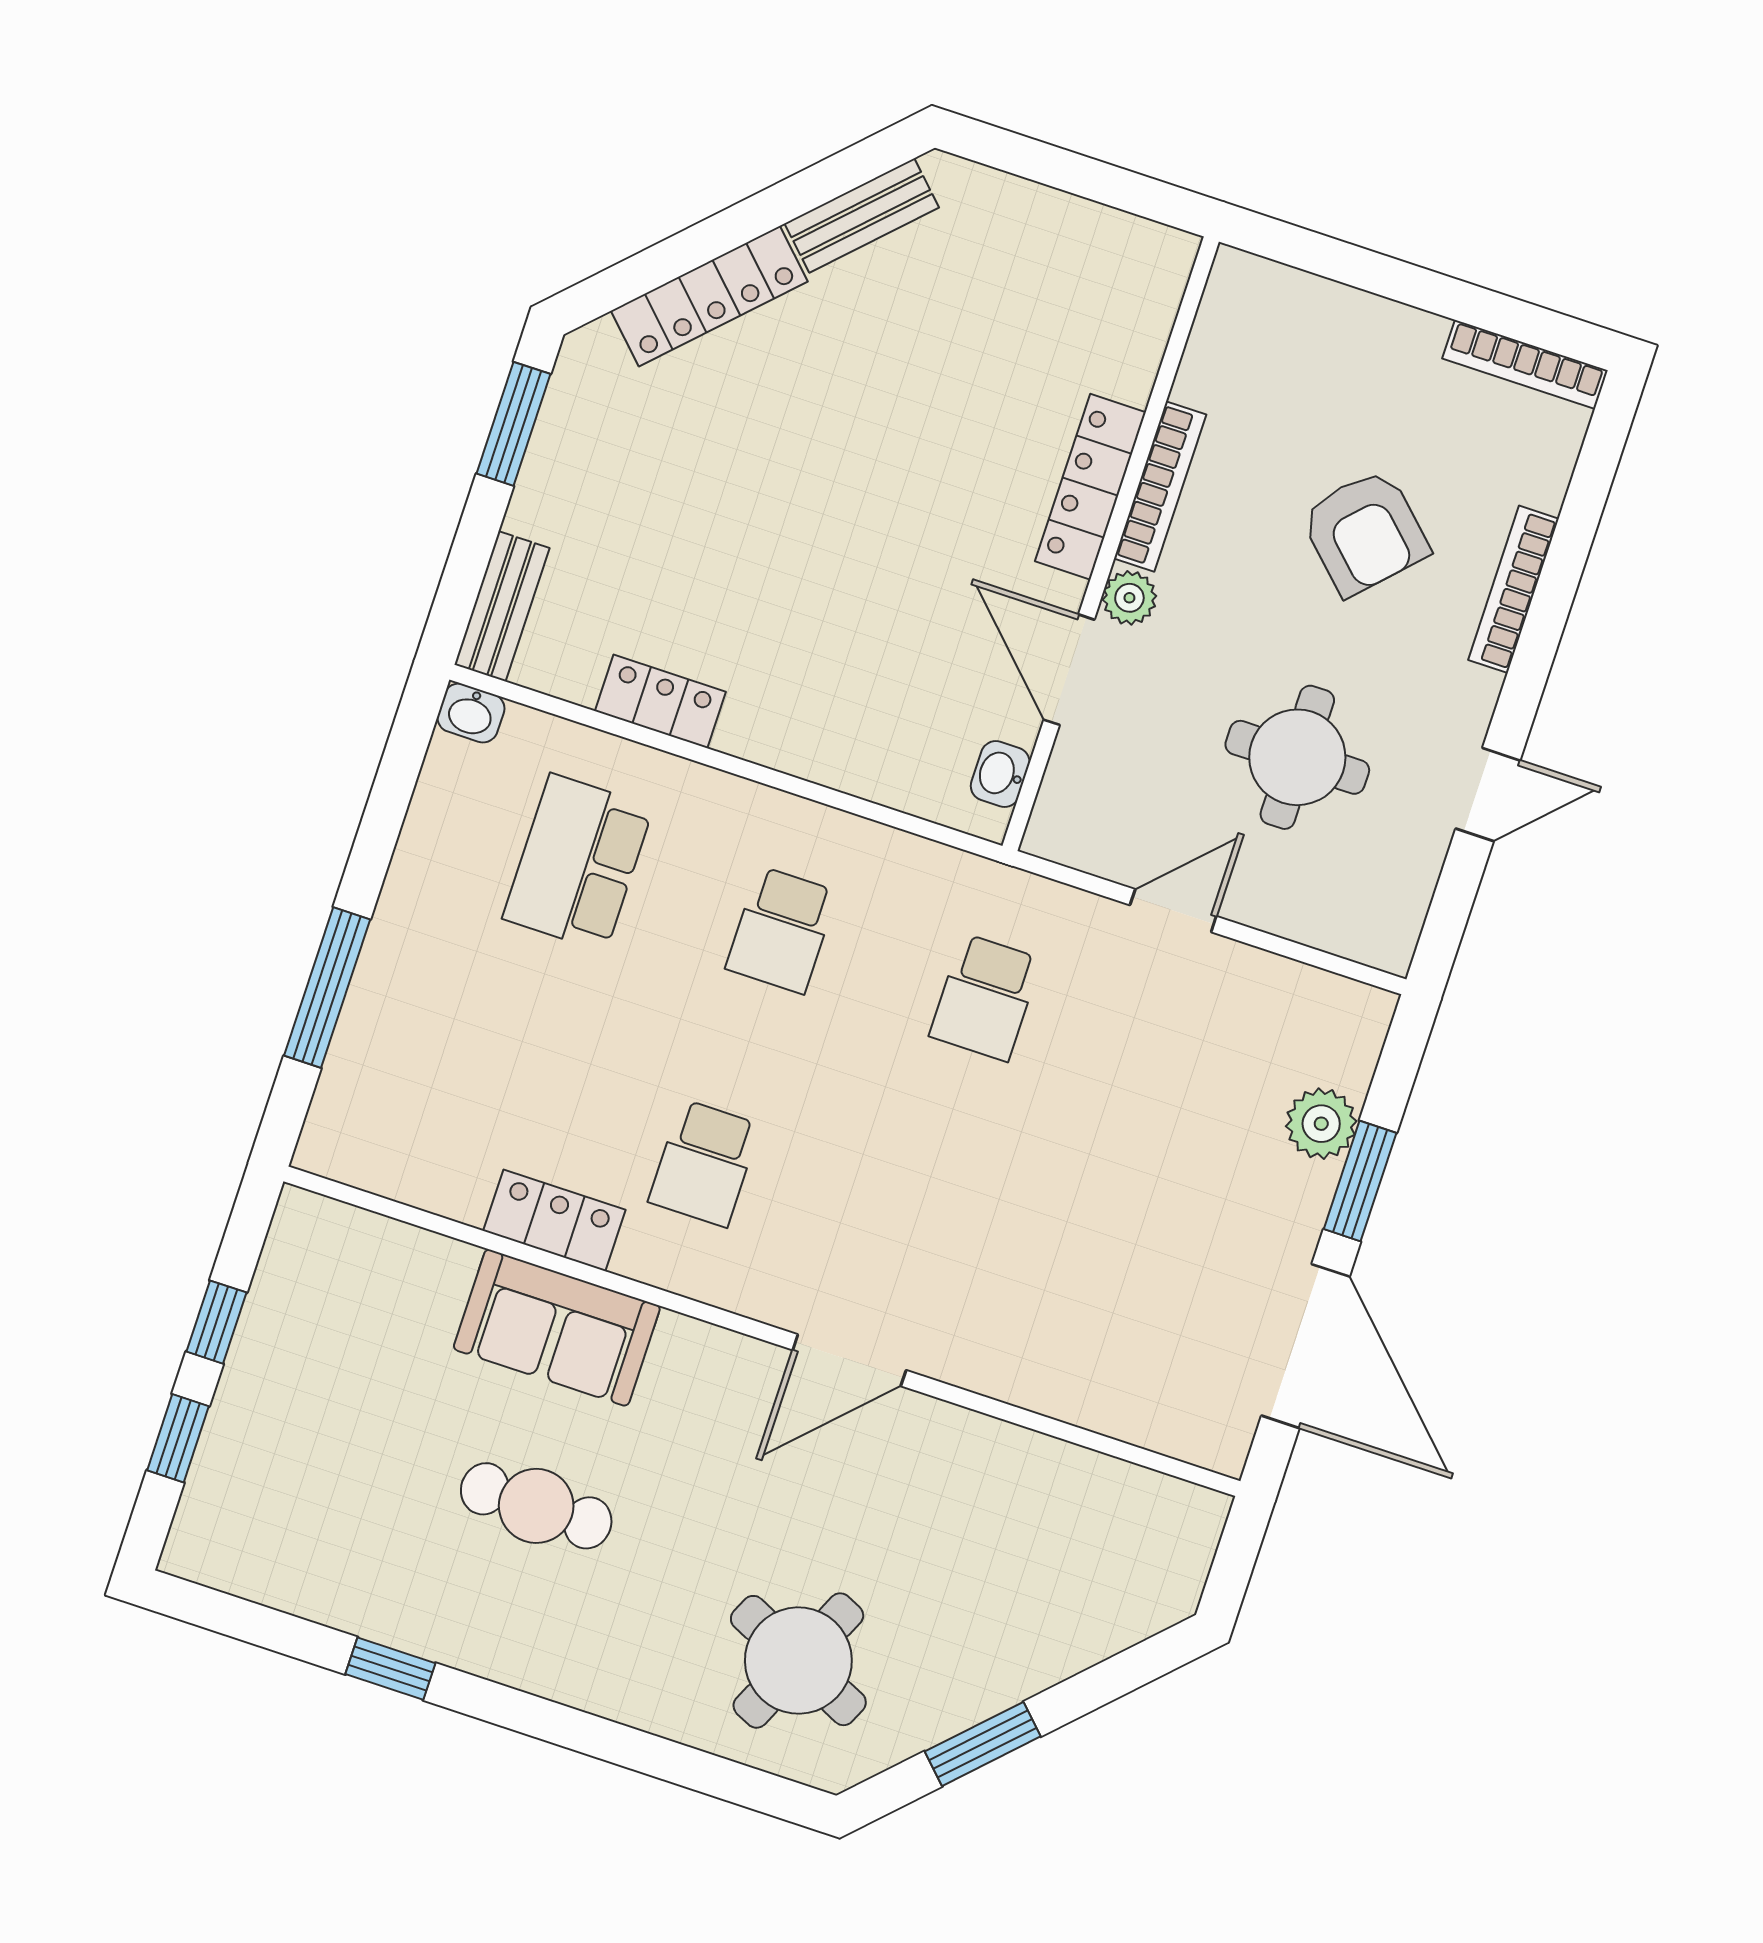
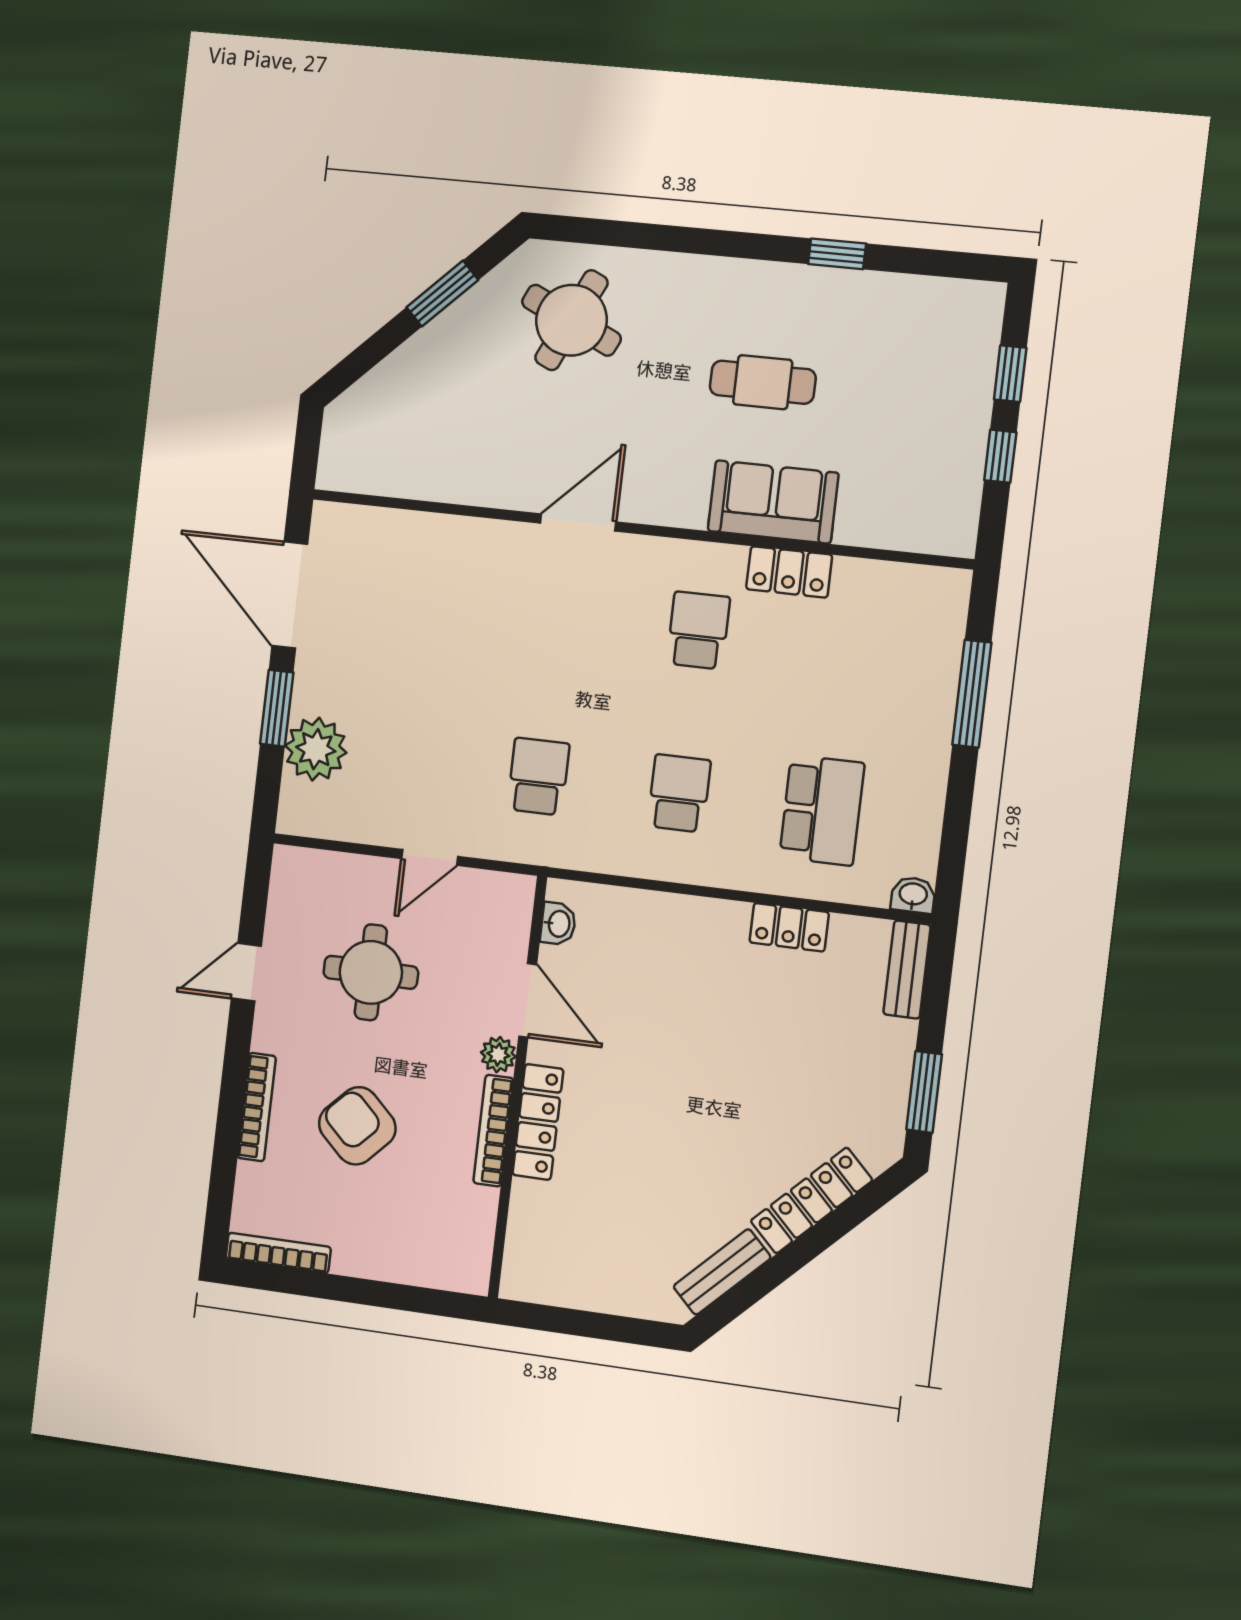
plant: (1321, 1124) -> (316, 749), width x1.36, depth x1.36

